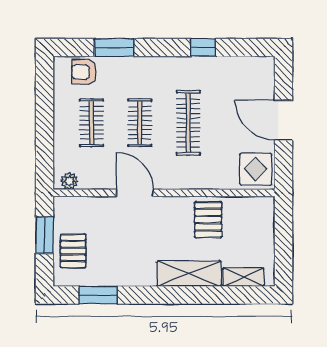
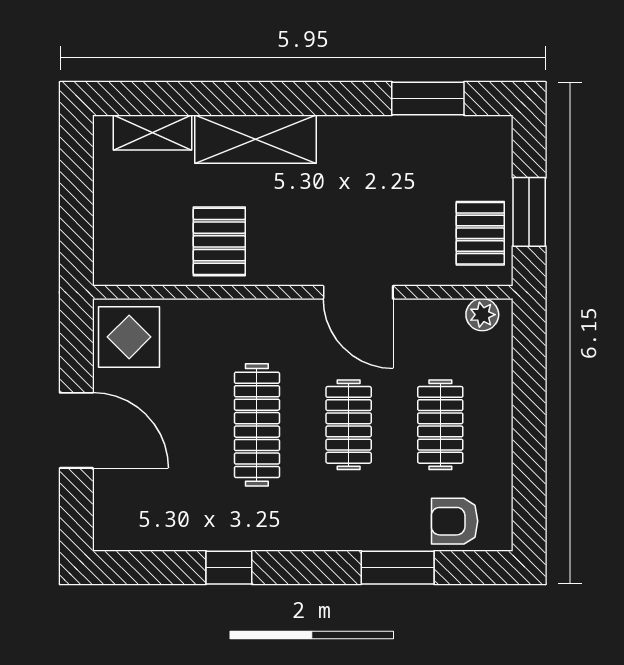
armchair: (84, 72) -> (455, 521), turned 180
pallet: (73, 251) -> (480, 233), moved

